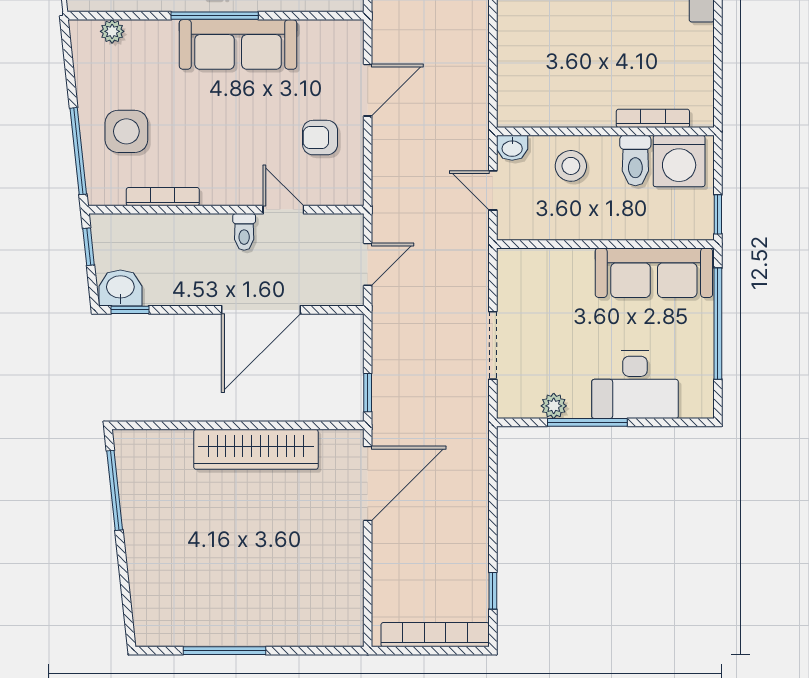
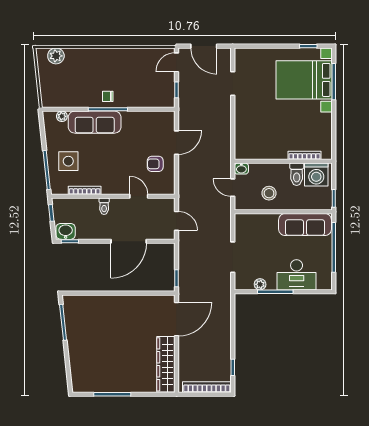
sofa: (238, 44) -> (95, 122), moved
stool: (571, 166) -> (269, 193), moved
toilet: (244, 232) -> (104, 206), moved
door: (368, 264) -> (177, 221), hinge flipped
wardrobe: (256, 449) -> (166, 364), moved, turned 90

